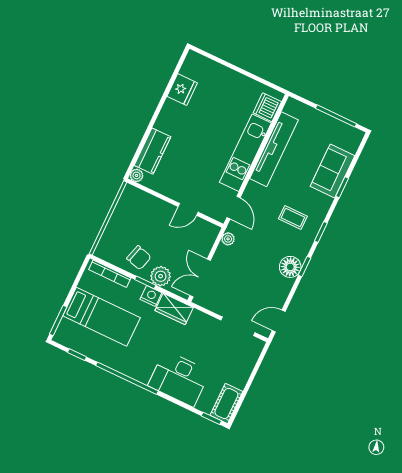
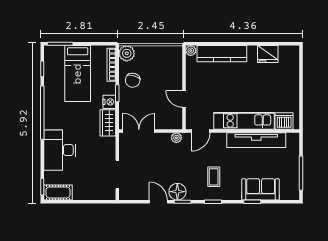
kitchen counter: (152, 151) -> (222, 54), width x1.50
plant: (161, 276) -> (127, 53), moved
door: (279, 321) -> (158, 202), moved

